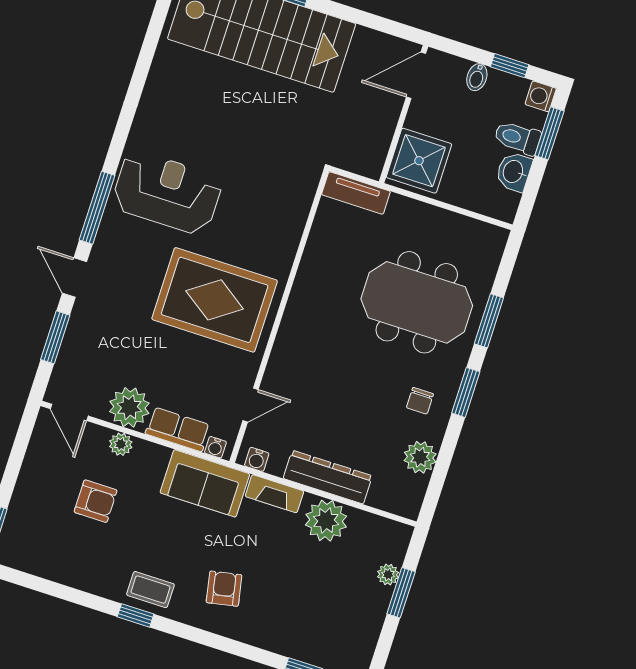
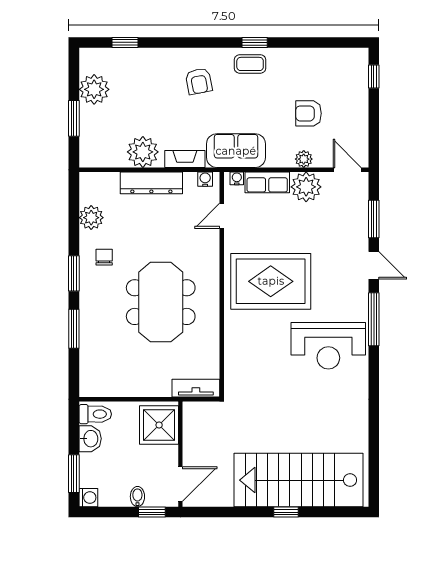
window: (510, 66) -> (152, 512), moved
toilet: (517, 138) -> (95, 414), moved
meeting table: (417, 302) -> (161, 302), moved, turned 90
plant: (388, 575) -> (94, 89), moved, width x1.88, depth x1.88

